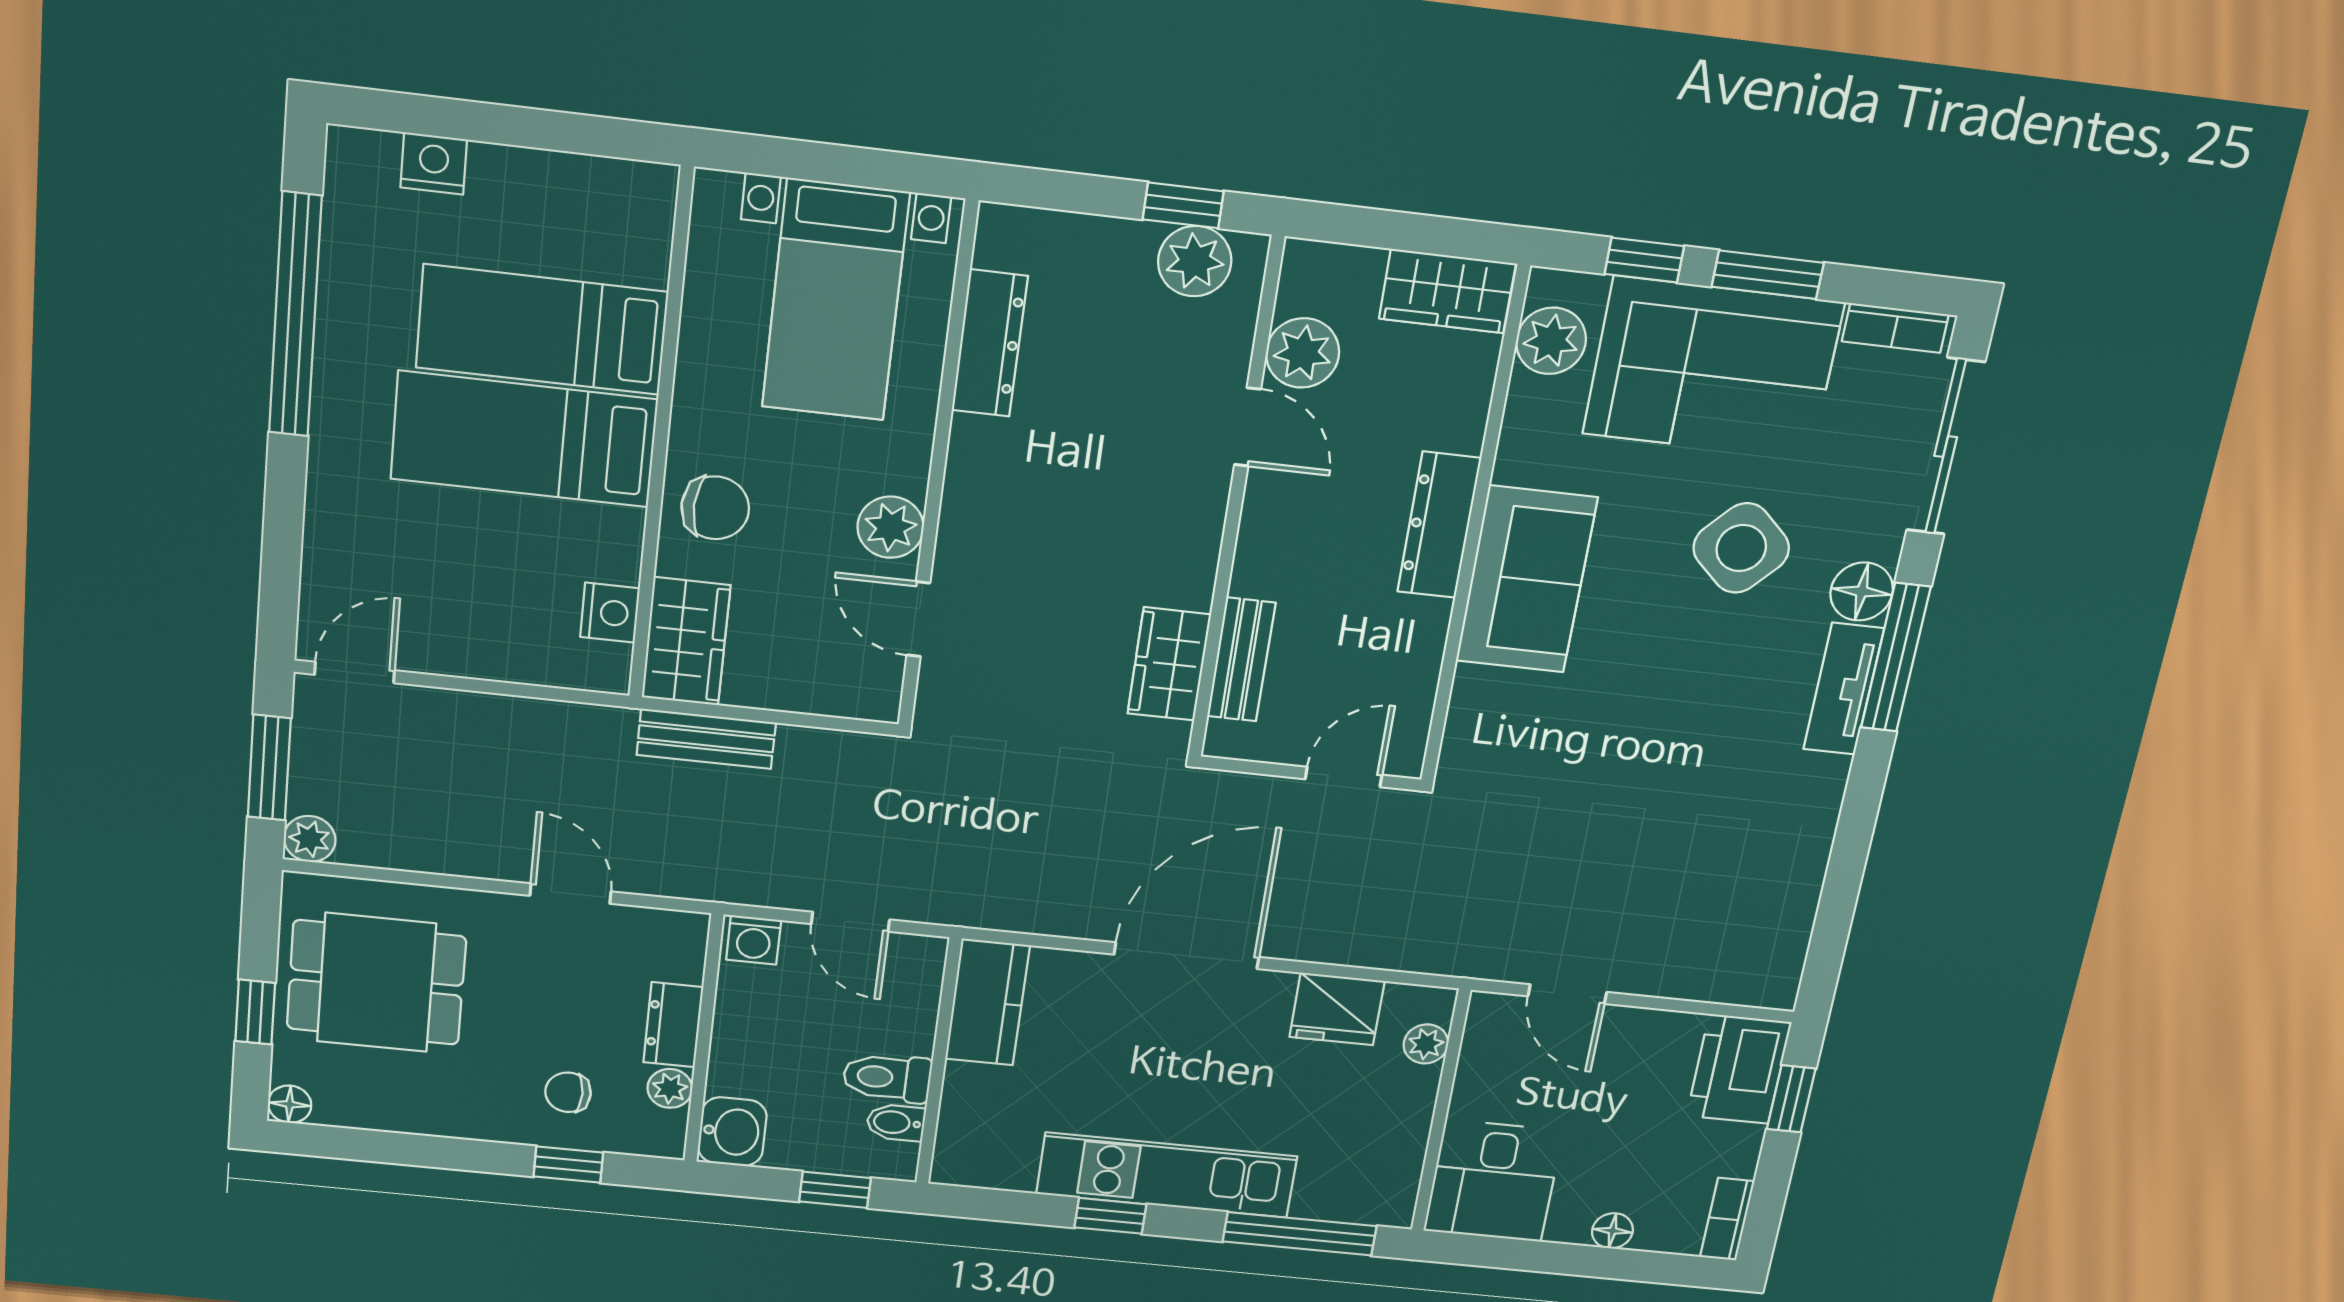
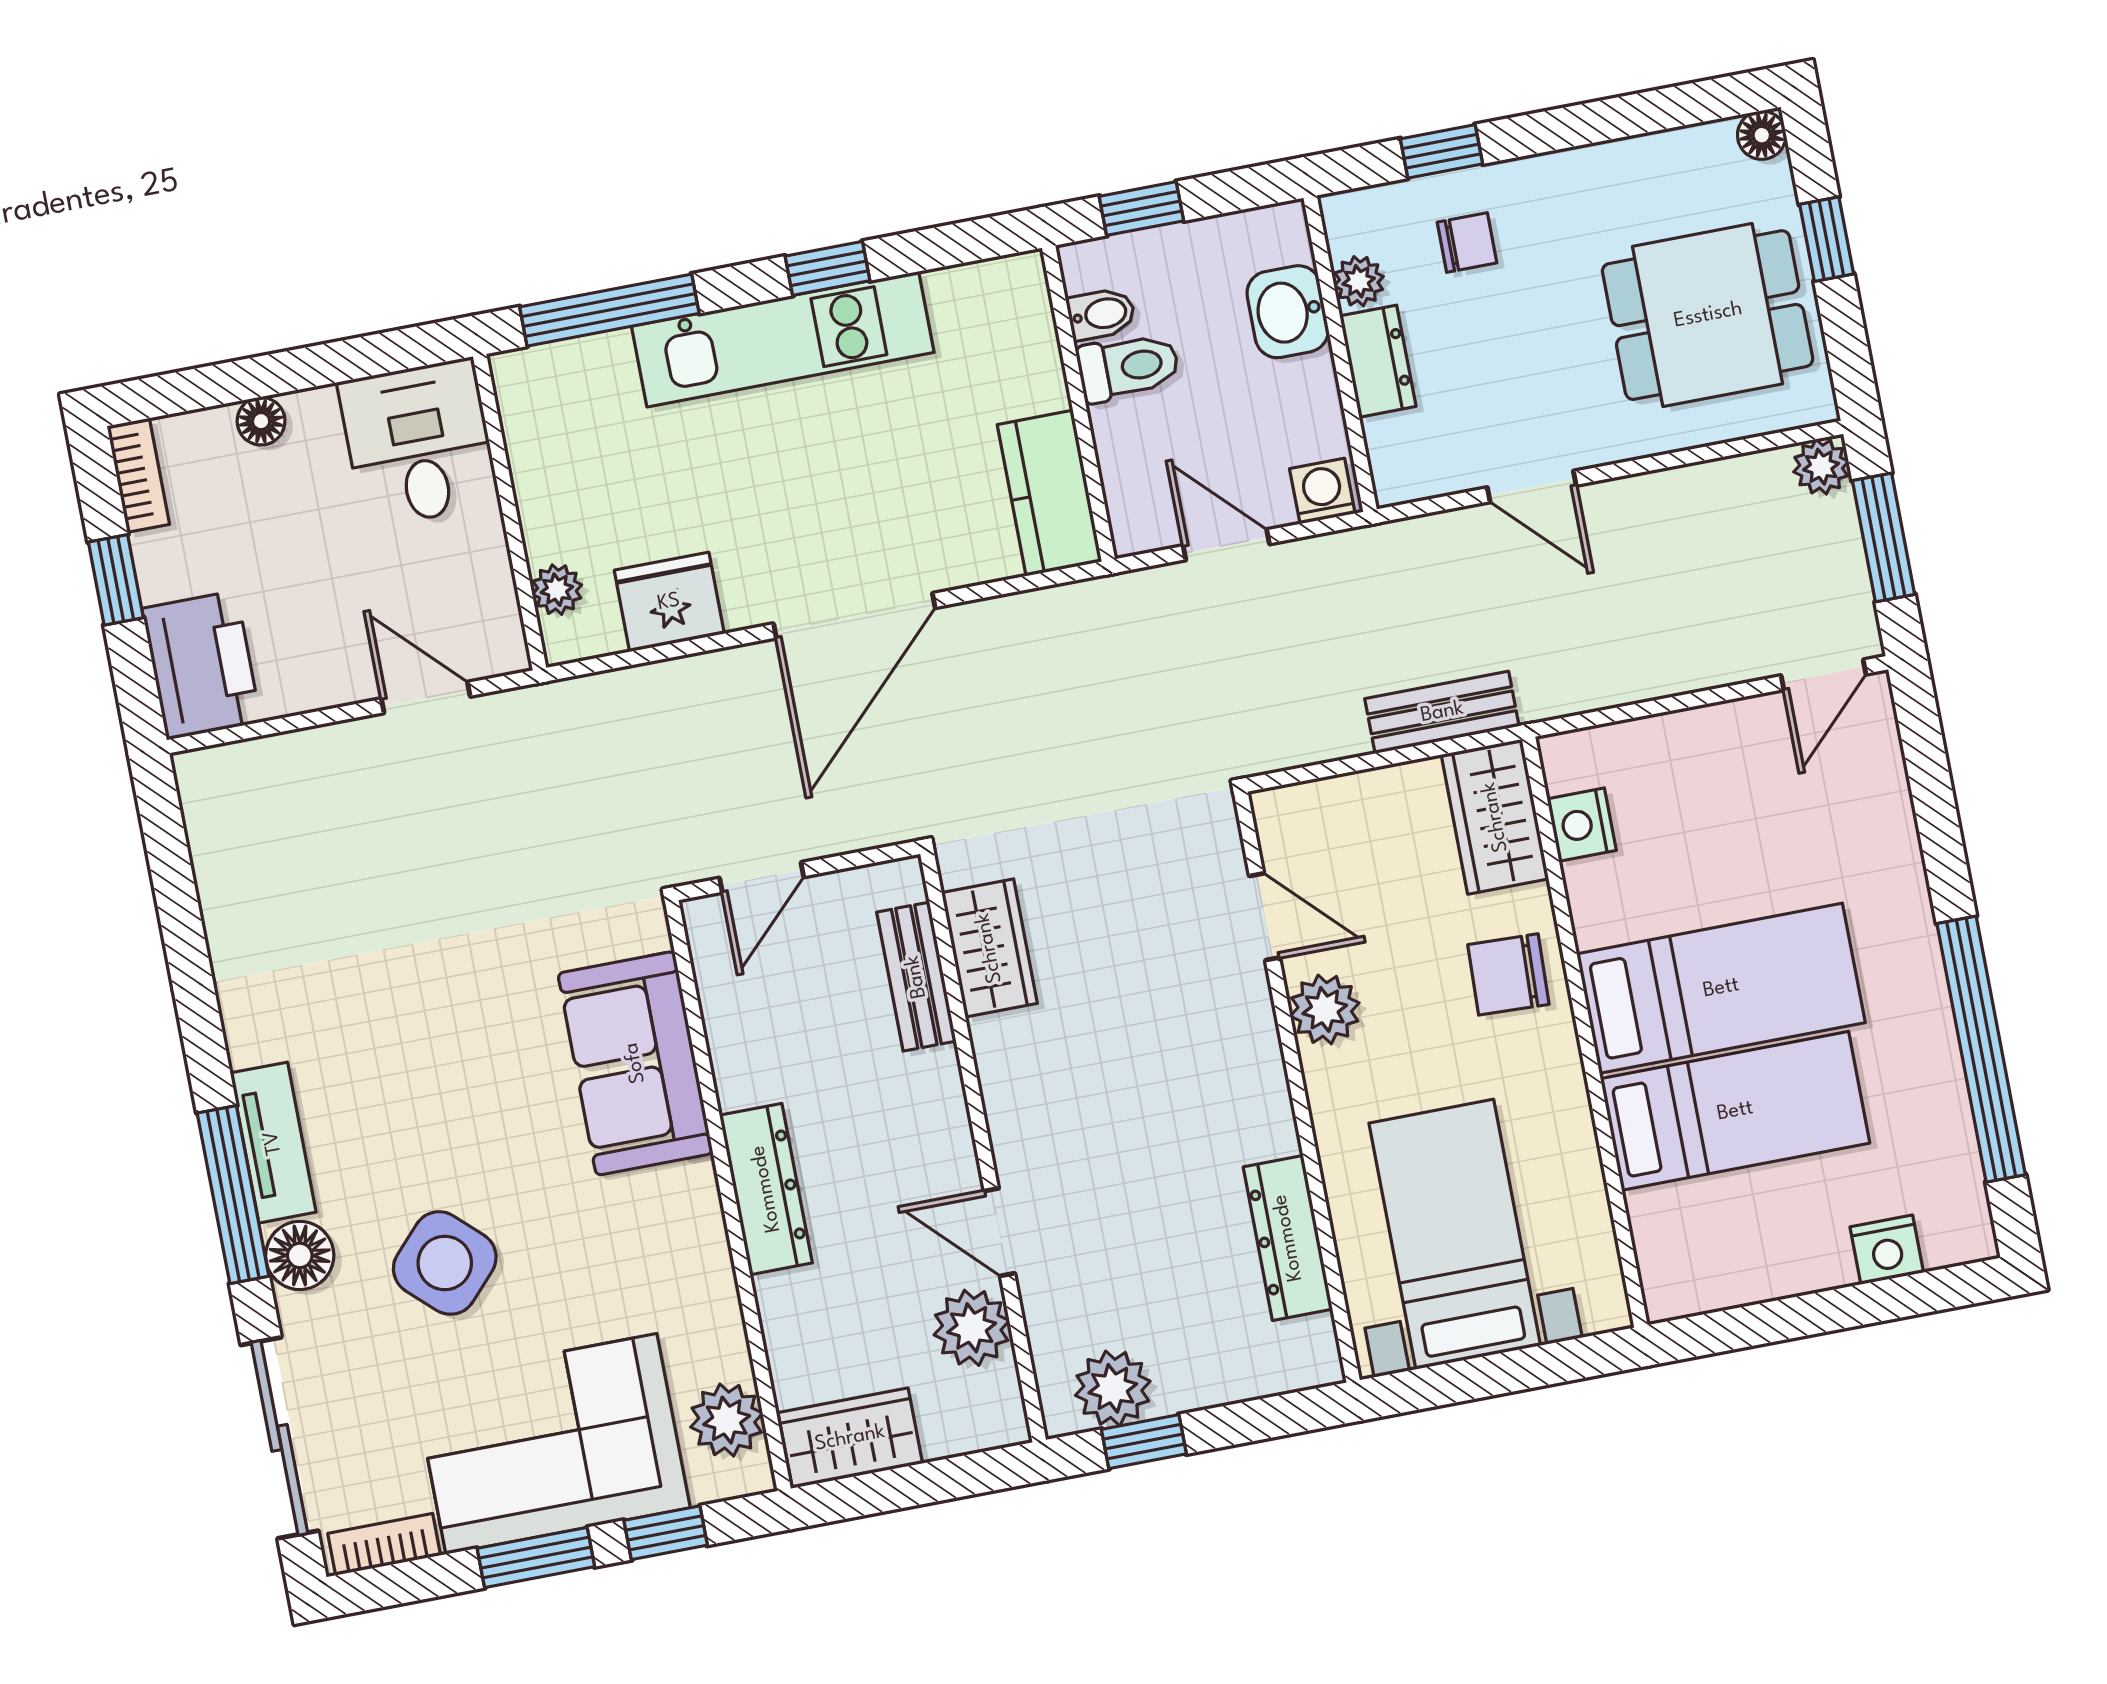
sofa: (1526, 579) -> (635, 1063), moved
window: (1791, 1099) -> (116, 580), moved
washbasin: (732, 1132) -> (1288, 312), moved

